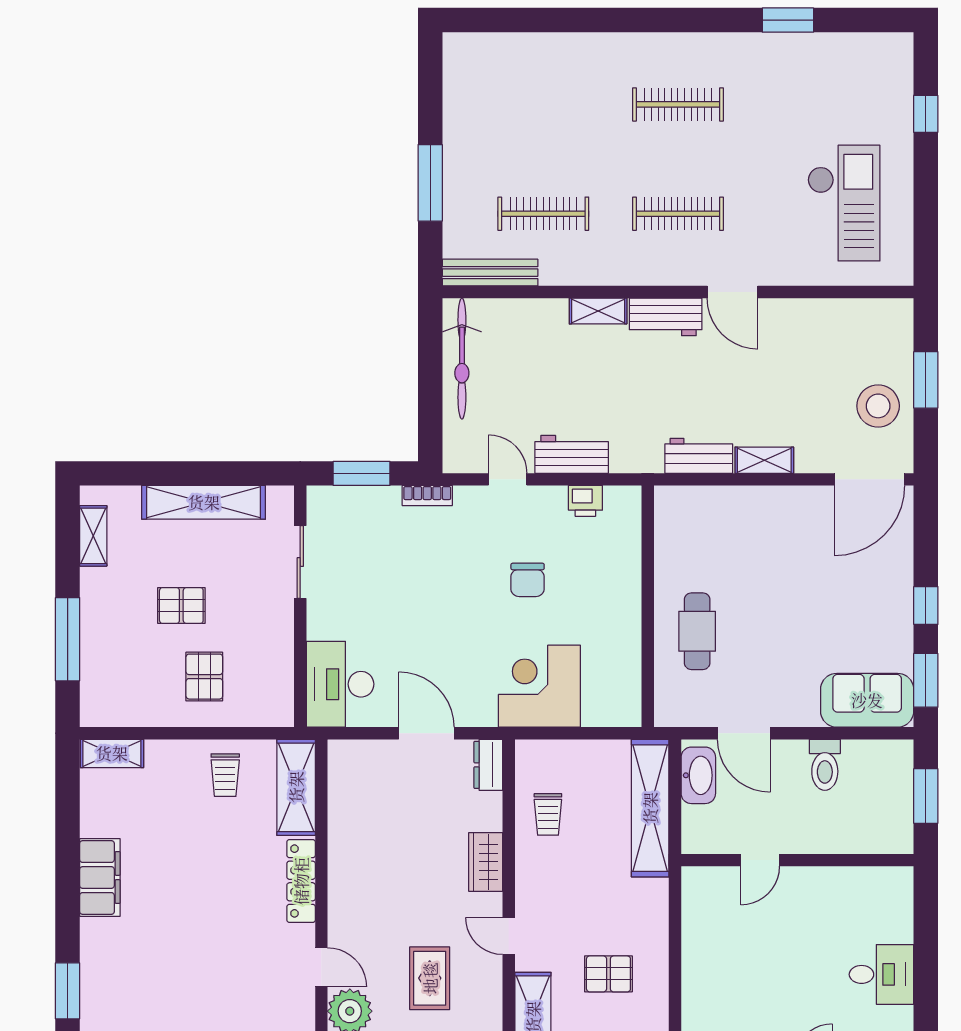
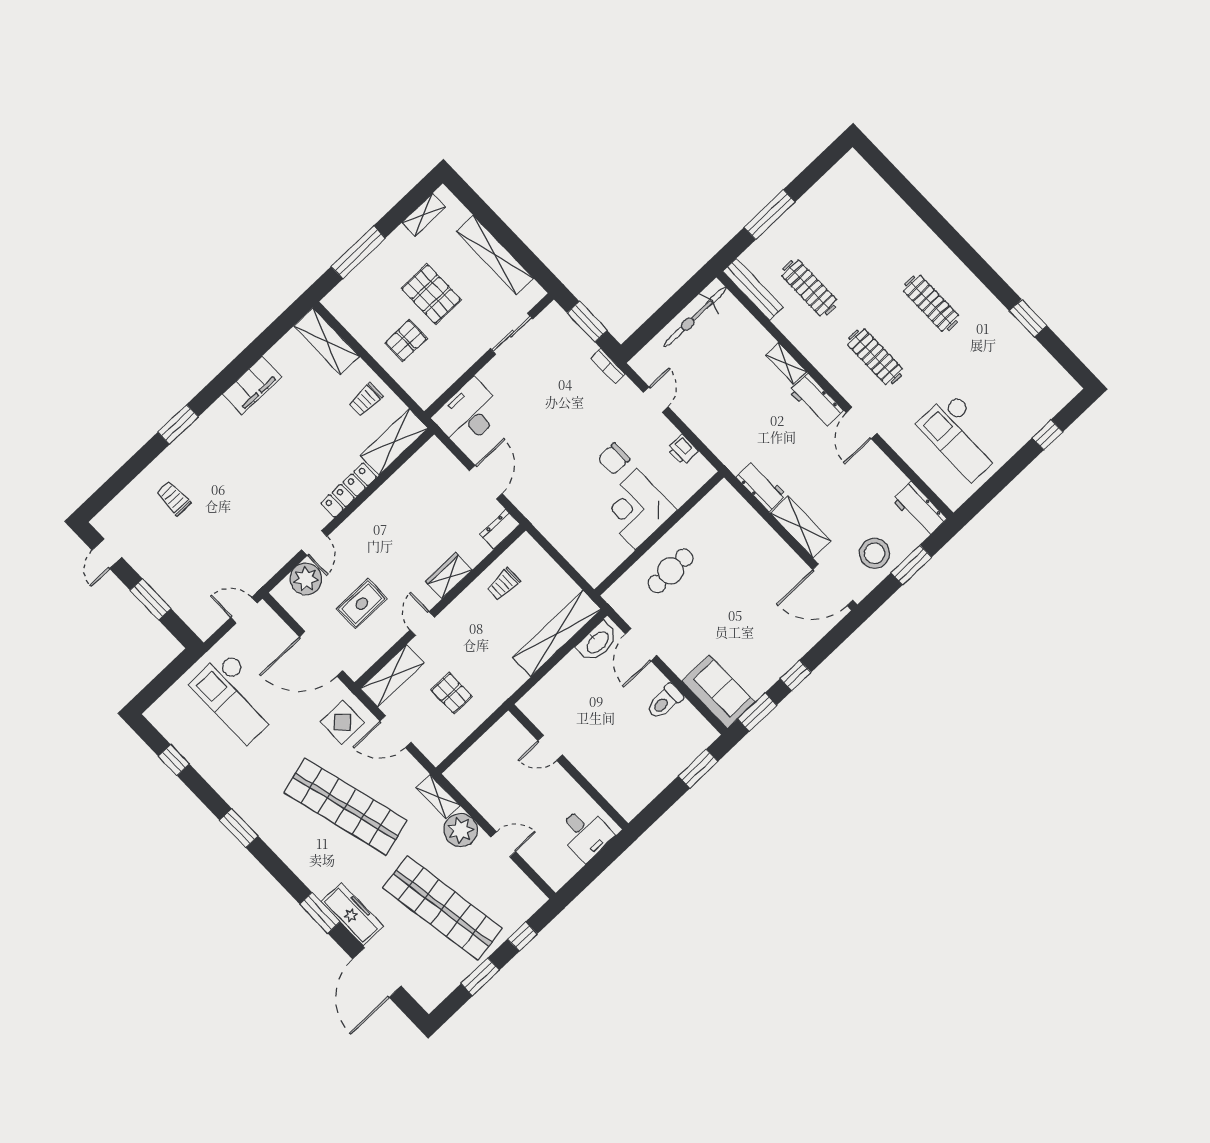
checkout: (844, 203) -> (962, 436), turned 90
workbench: (572, 454) -> (920, 509), moved, turned 180
shelving: (764, 460) -> (800, 527), width x1.50, depth x1.33
pallet: (181, 605) -> (431, 294), width x1.50, depth x1.42
corner desk: (539, 686) -> (636, 509), moved, turned -90
shelving: (112, 753) -> (327, 341), width x1.50, depth x1.33
door: (760, 860) -> (550, 748), moved
wall: (797, 860) -> (568, 767), moved

